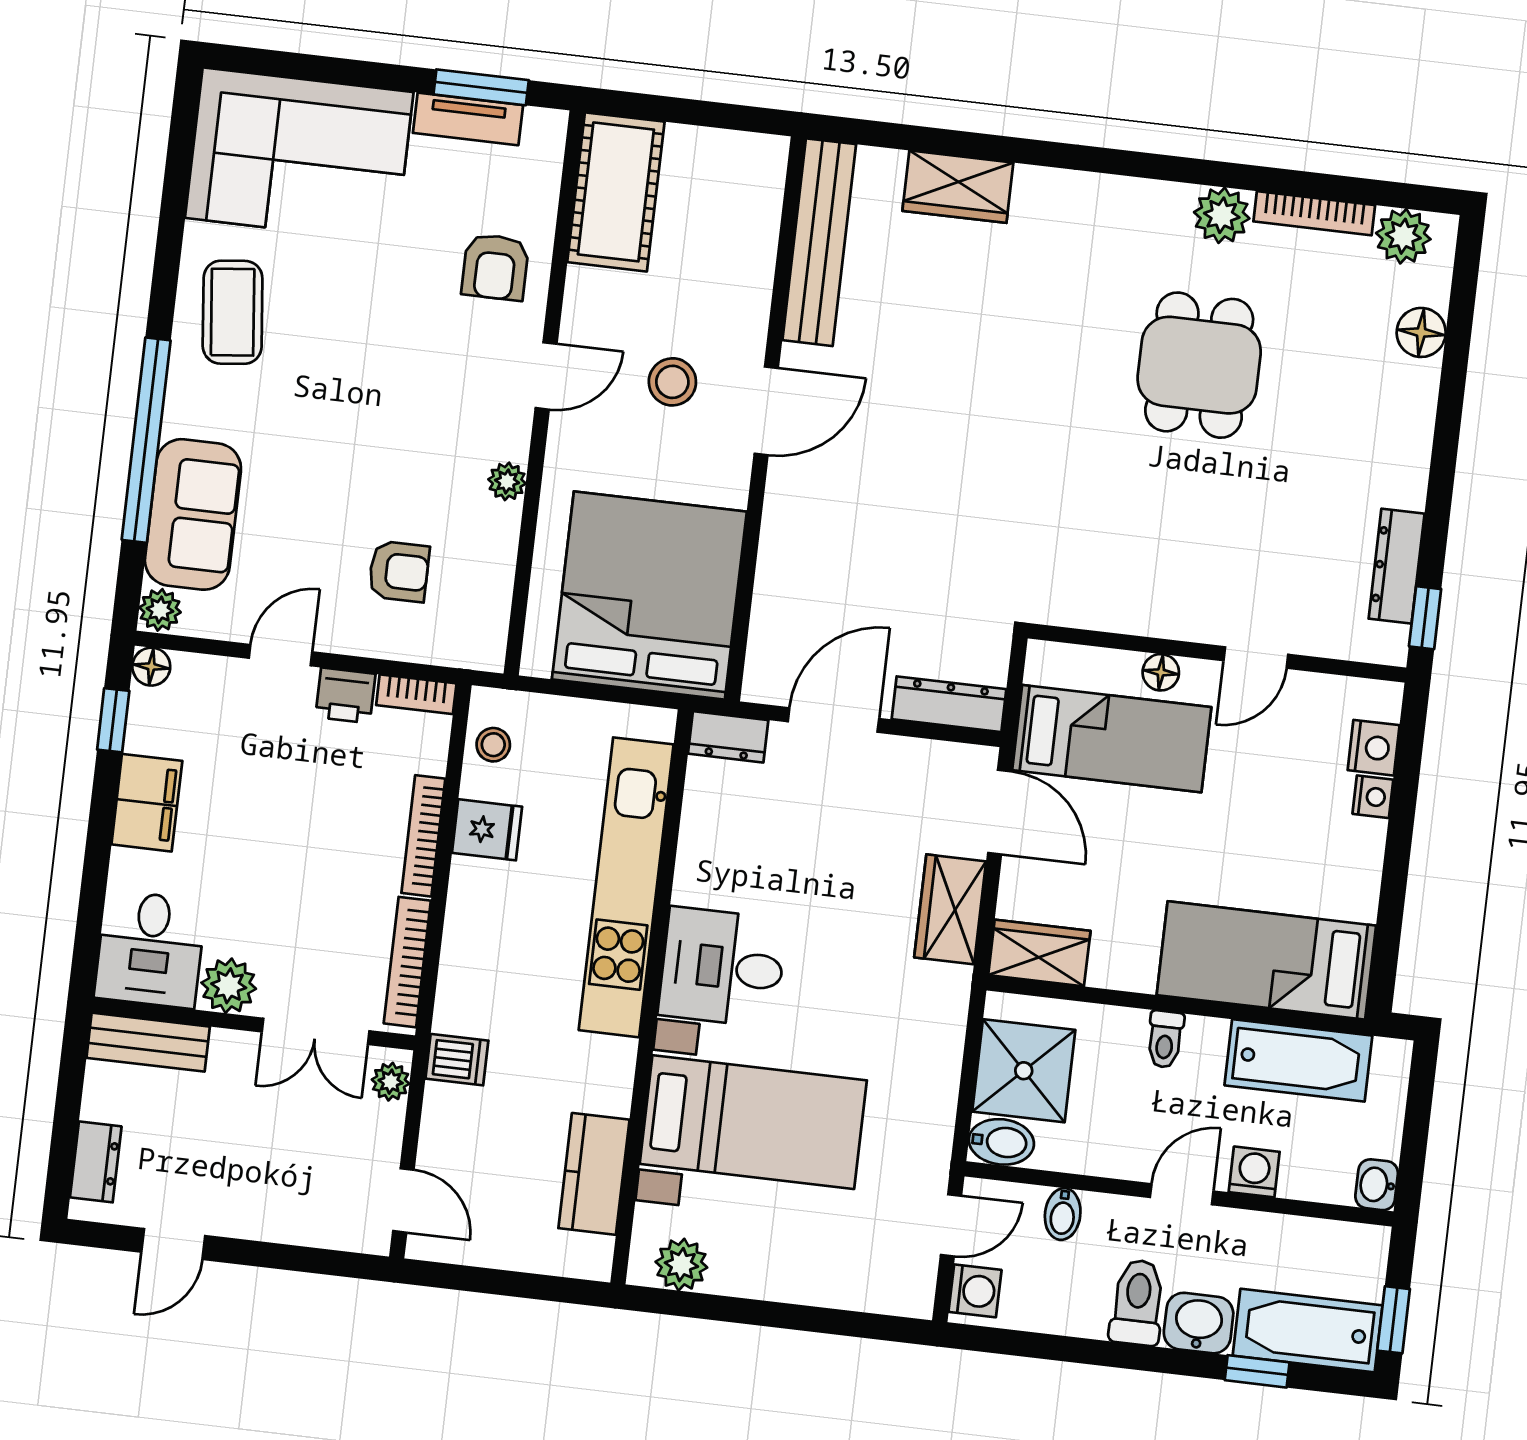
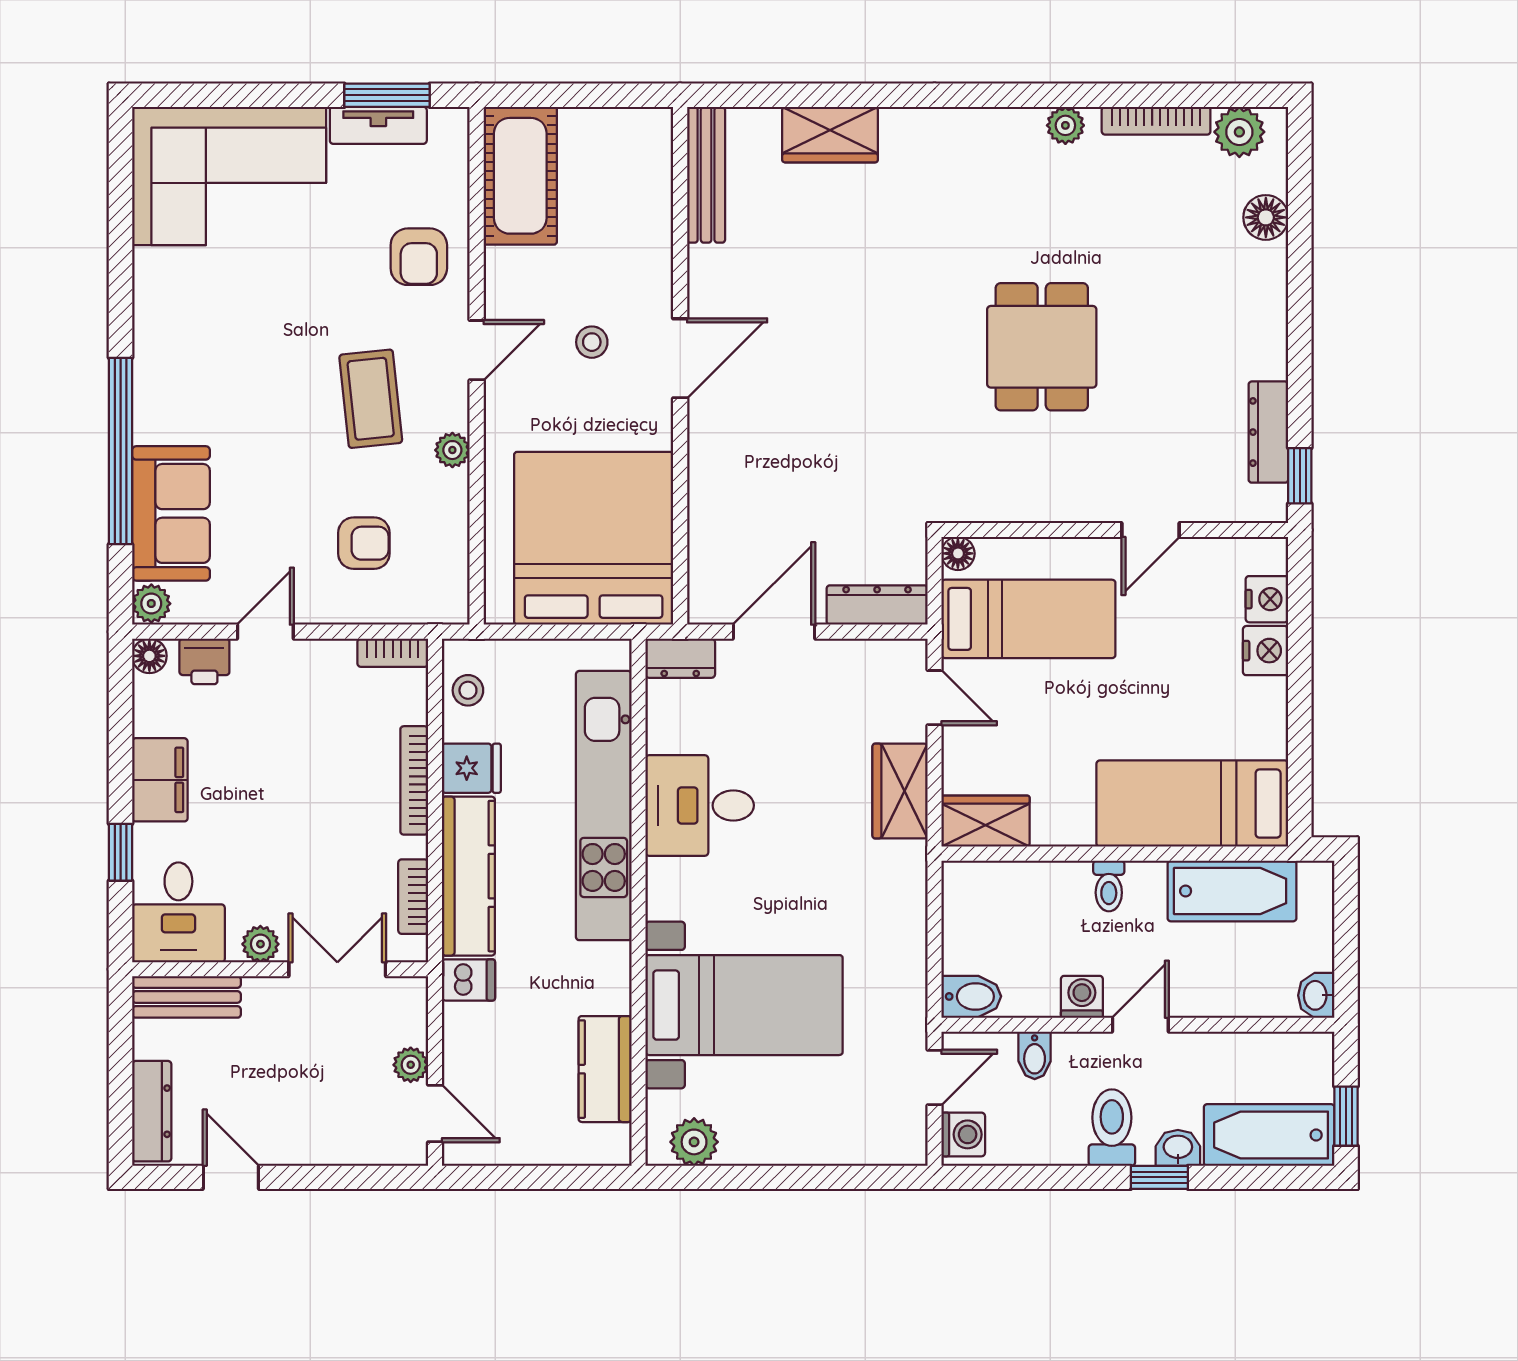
plant: (1222, 215) -> (1065, 125), width x0.73, depth x0.73
bench: (819, 242) -> (706, 175), width x0.73, depth x0.82
coffee table: (233, 312) -> (371, 399), moved
dining table: (1199, 365) -> (1042, 347), moved
stool: (672, 382) -> (592, 342), width x0.73, depth x0.73
floor lamp: (1161, 672) -> (958, 553), moved
printer: (345, 695) -> (204, 661), moved
window: (113, 720) -> (121, 852), moved
nightstand: (1373, 797) -> (1266, 651), width x1.39, depth x1.35
door: (1000, 812) -> (934, 698), width x0.73
kitchen counter: (470, 947) -> (468, 876), added
bookcase: (407, 962) -> (413, 897), width x0.64
desk: (722, 967) -> (700, 805), moved
plant: (229, 986) -> (260, 944), width x0.73, depth x0.73
double door: (316, 1031) -> (337, 969), swing flipped
shower: (1024, 1071) -> (984, 930), removed
plant: (391, 1082) -> (411, 1065), moved
dresser: (96, 1162) -> (152, 1111), width x1.44
washing machine: (1254, 1172) -> (1082, 997), moved
door: (173, 1244) -> (231, 1177), swing flipped
washbasin: (1199, 1323) -> (1178, 1148), width x0.72, depth x0.69
window: (1257, 1371) -> (1159, 1177), moved

